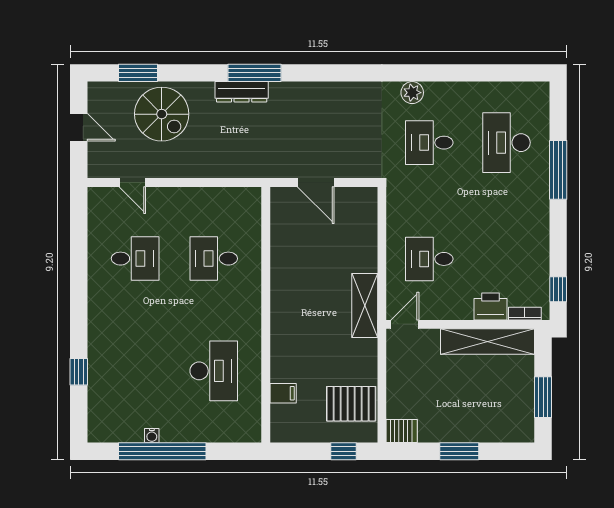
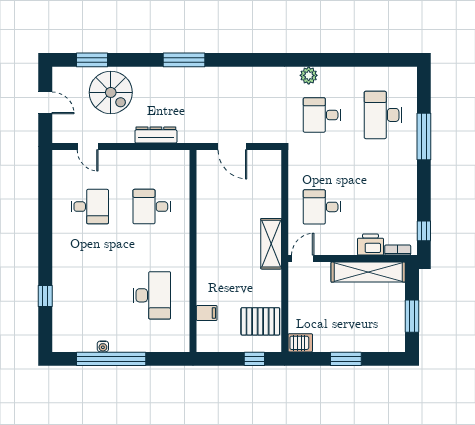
dresser: (242, 92) -> (156, 135), moved, turned 180

